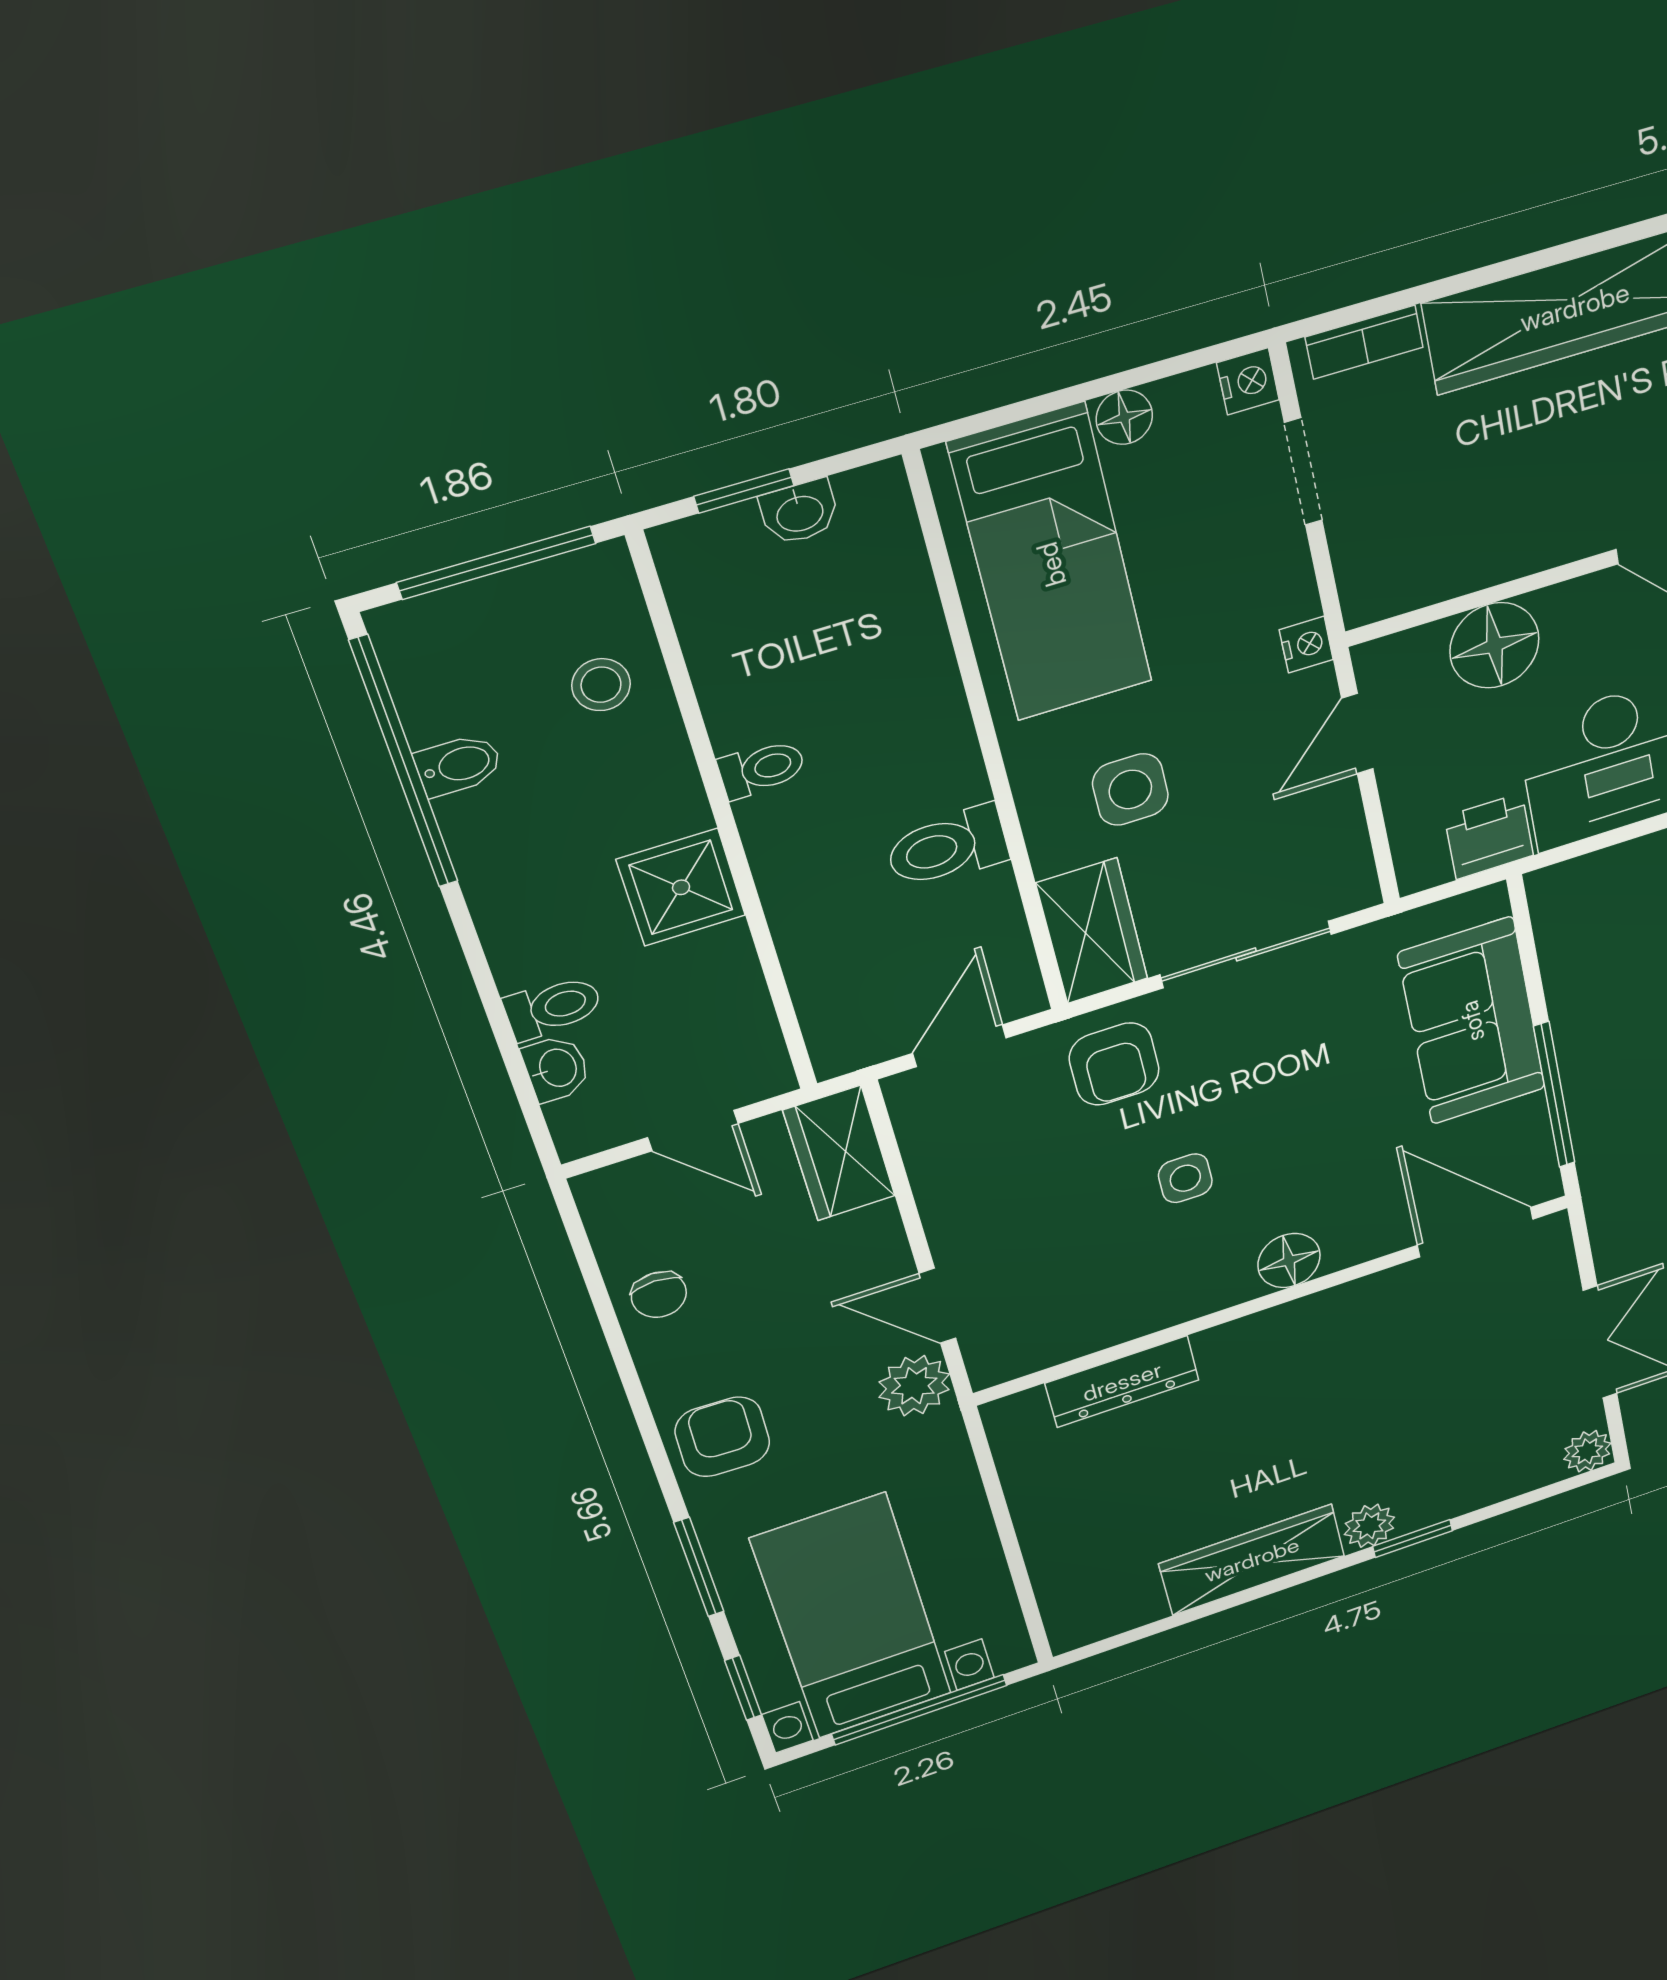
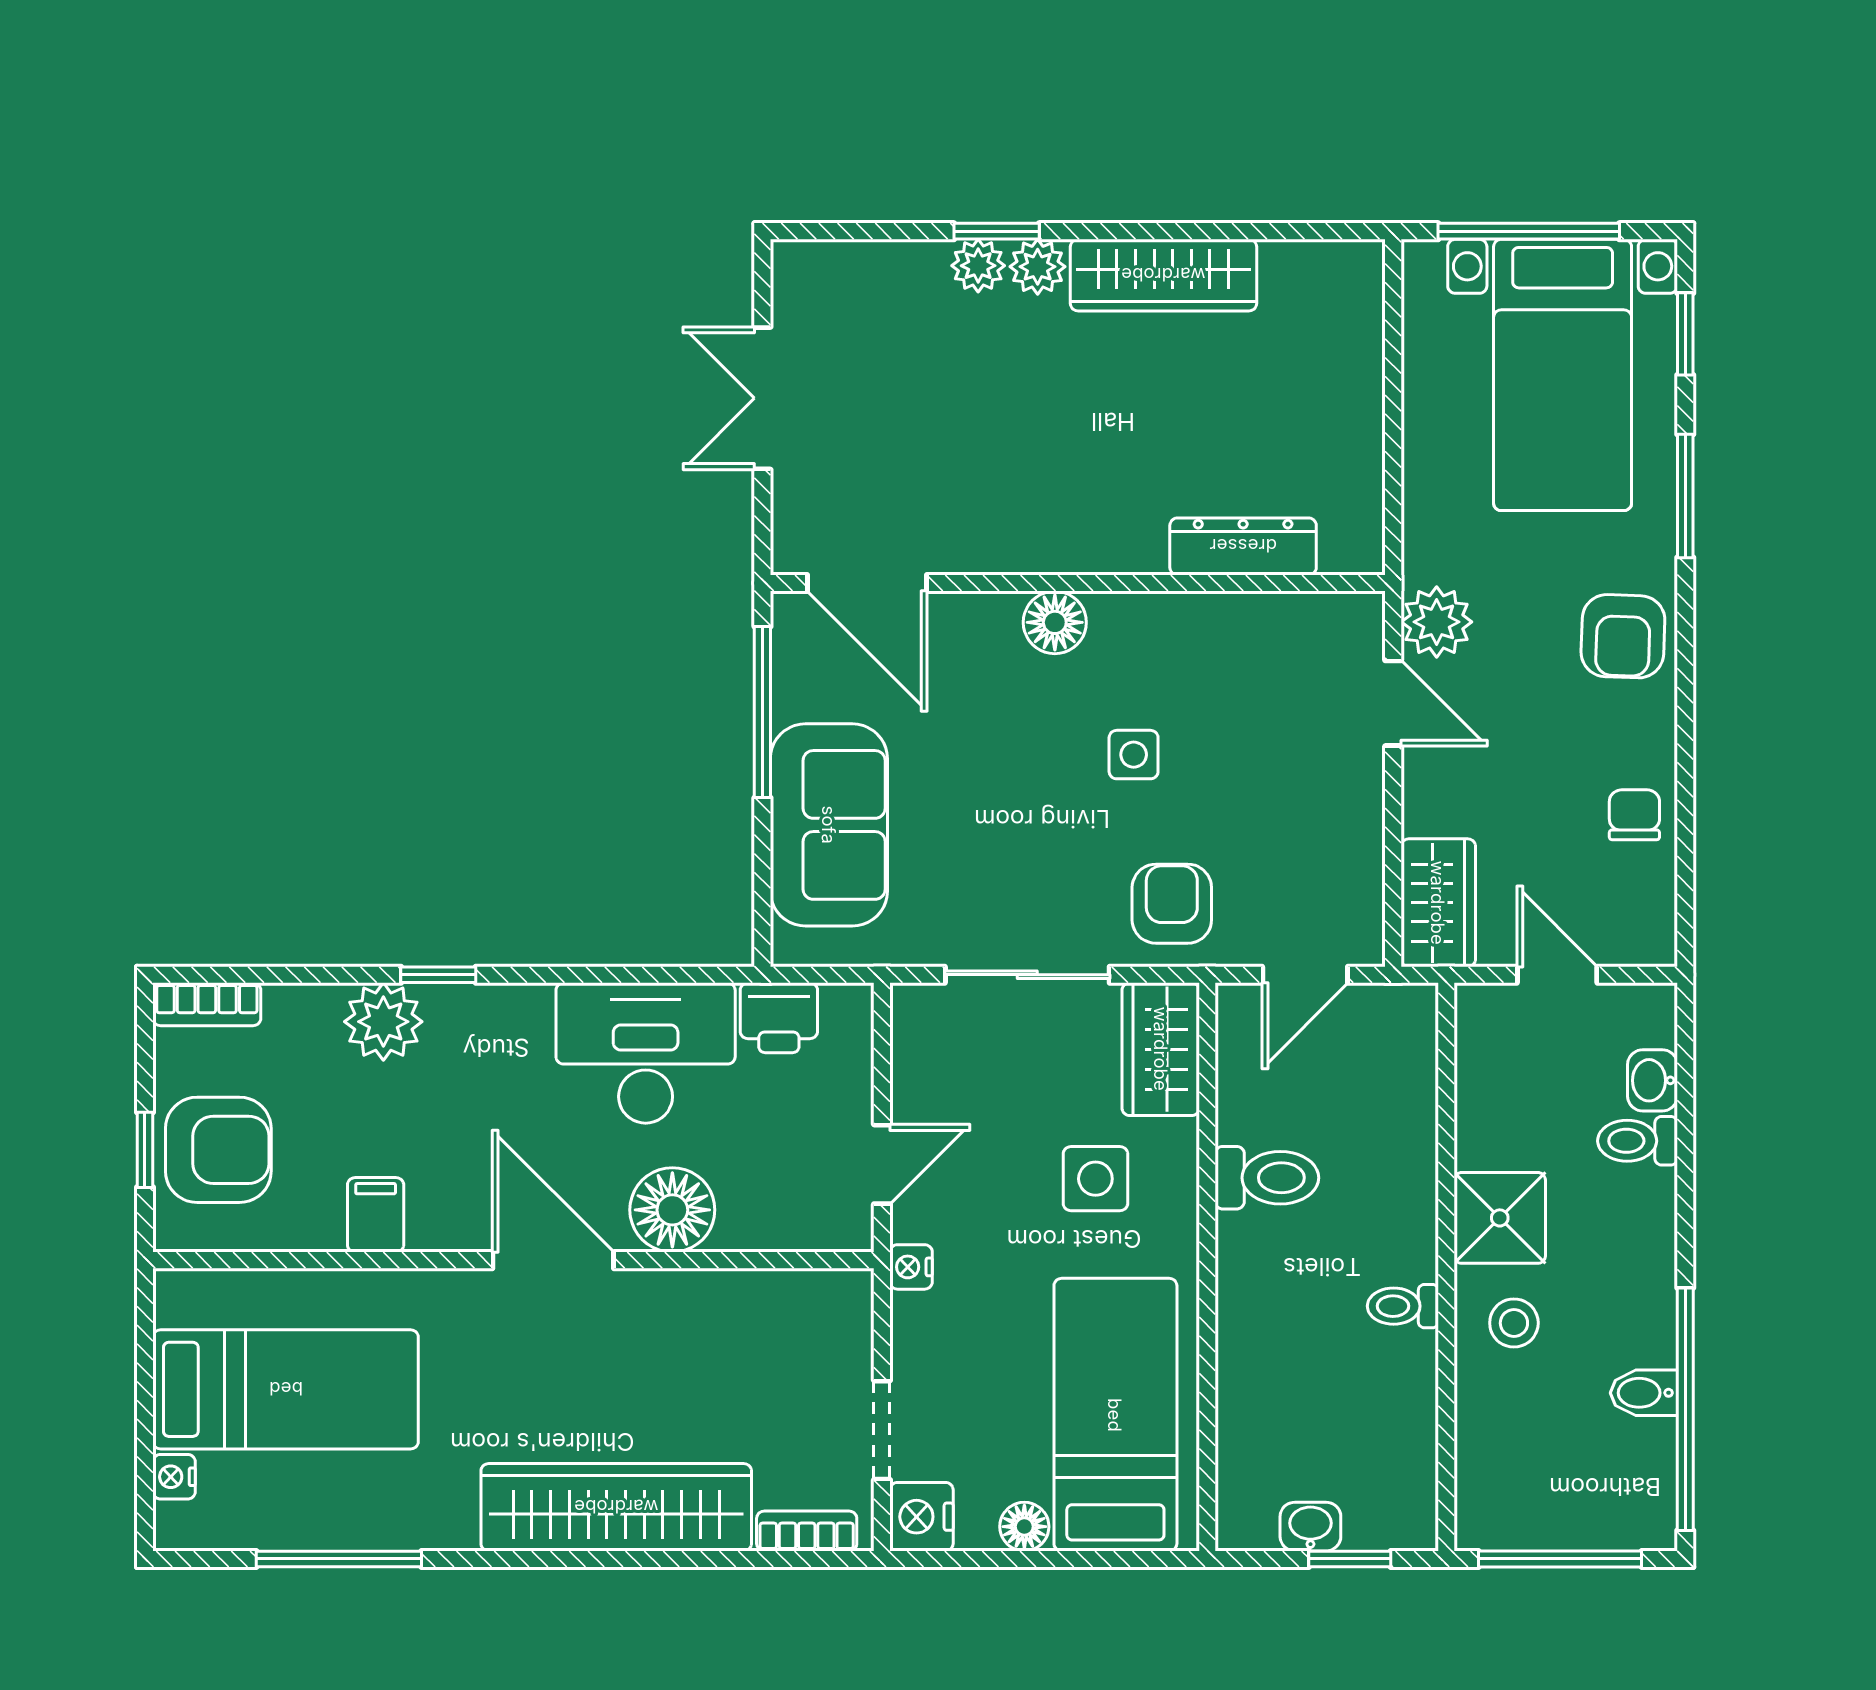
nightstand: (1248, 381) -> (921, 1517), width x1.39, depth x1.35
floor lamp: (1494, 645) -> (672, 1210), moved
stool: (601, 685) -> (1514, 1323), moved
plant: (1587, 1451) -> (978, 266), moved

